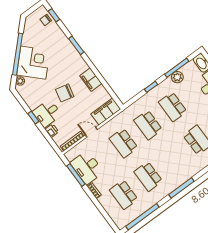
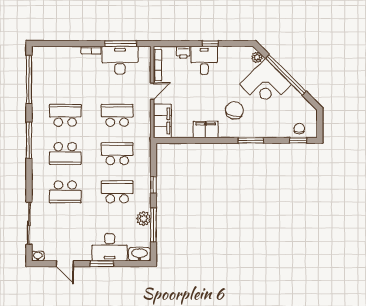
chair: (65, 93) -> (234, 110), moved
school desk: (124, 195) -> (65, 154), moved, turned 180

